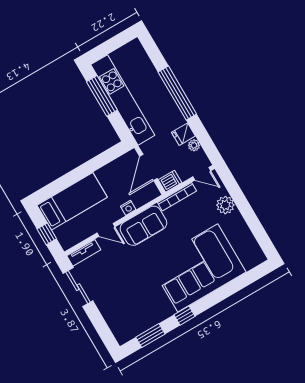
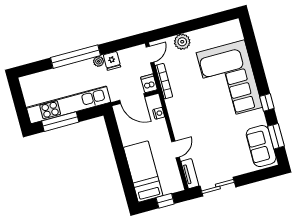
plant: (194, 145) -> (99, 61), moved
nightstand: (128, 208) -> (159, 113), moved
sofa: (143, 226) -> (261, 146), moved, turned 180

